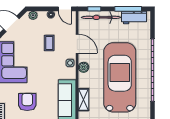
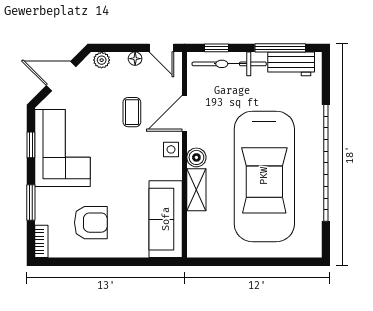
door: (77, 44) -> (184, 113), swing flipped
car: (120, 77) -> (264, 176), turned 180
shelving: (84, 100) -> (196, 190), moved
armchair: (27, 102) -> (91, 223), turned 90

